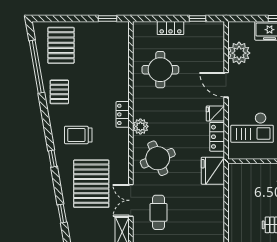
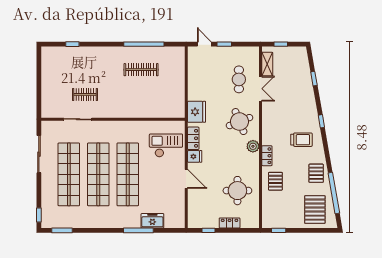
plant: (239, 53) -> (176, 204), removed
pallet: (91, 184) -> (275, 181), moved, width x0.49, depth x0.50

